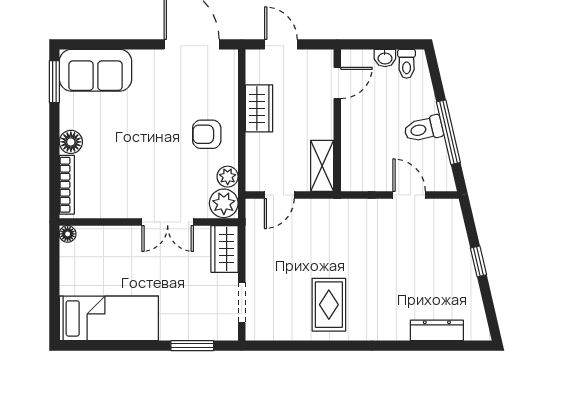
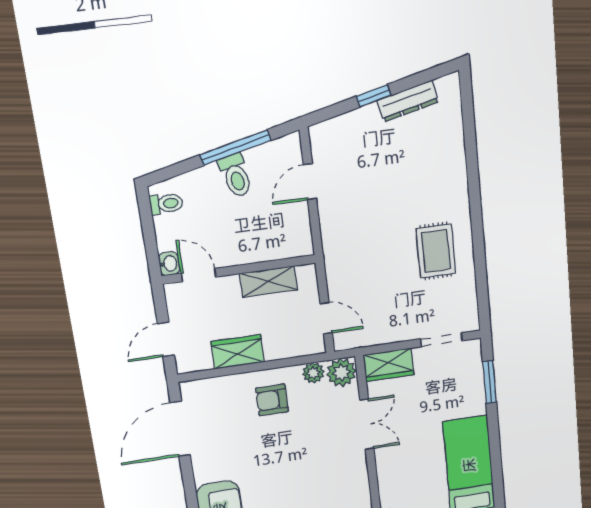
washbasin: (385, 58) -> (169, 264), moved
armchair: (207, 134) -> (272, 400), turned 90
shelving: (322, 166) -> (268, 282), moved
rug: (329, 305) -> (436, 251), turned 90
dresser: (437, 330) -> (408, 101), moved, turned -103

